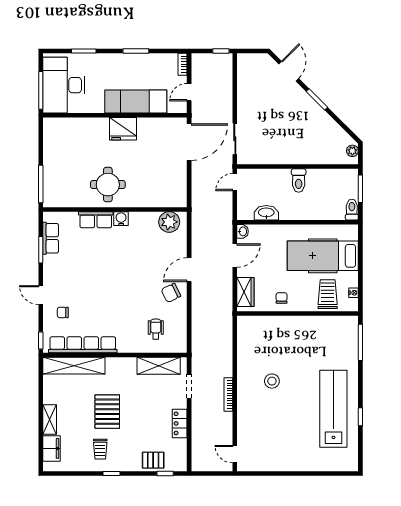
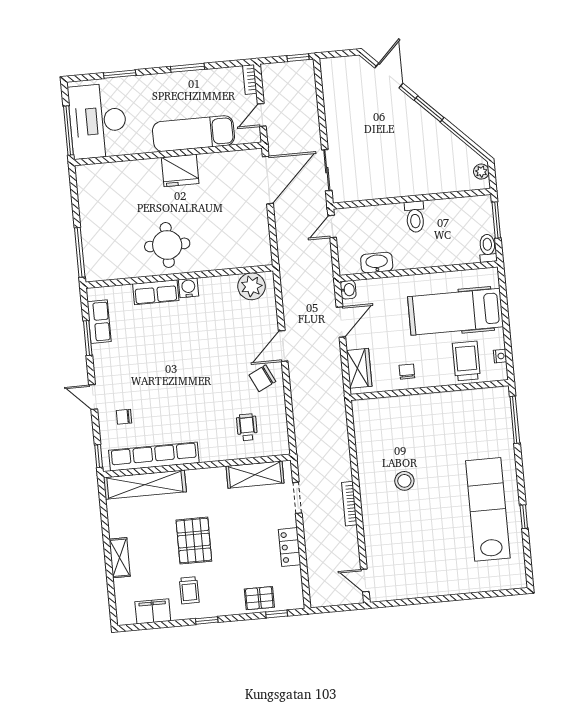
filing cabinet: (51, 448) -> (153, 611), moved, turned -90

